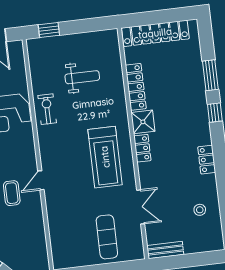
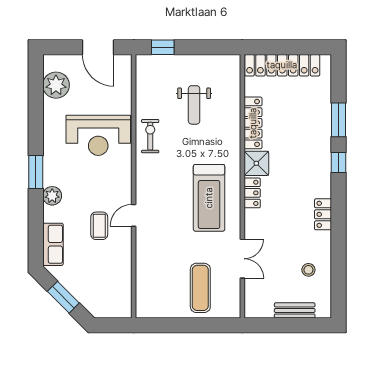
weight bench: (82, 77) -> (194, 105), turned 90
bench: (165, 250) -> (295, 310), moved

